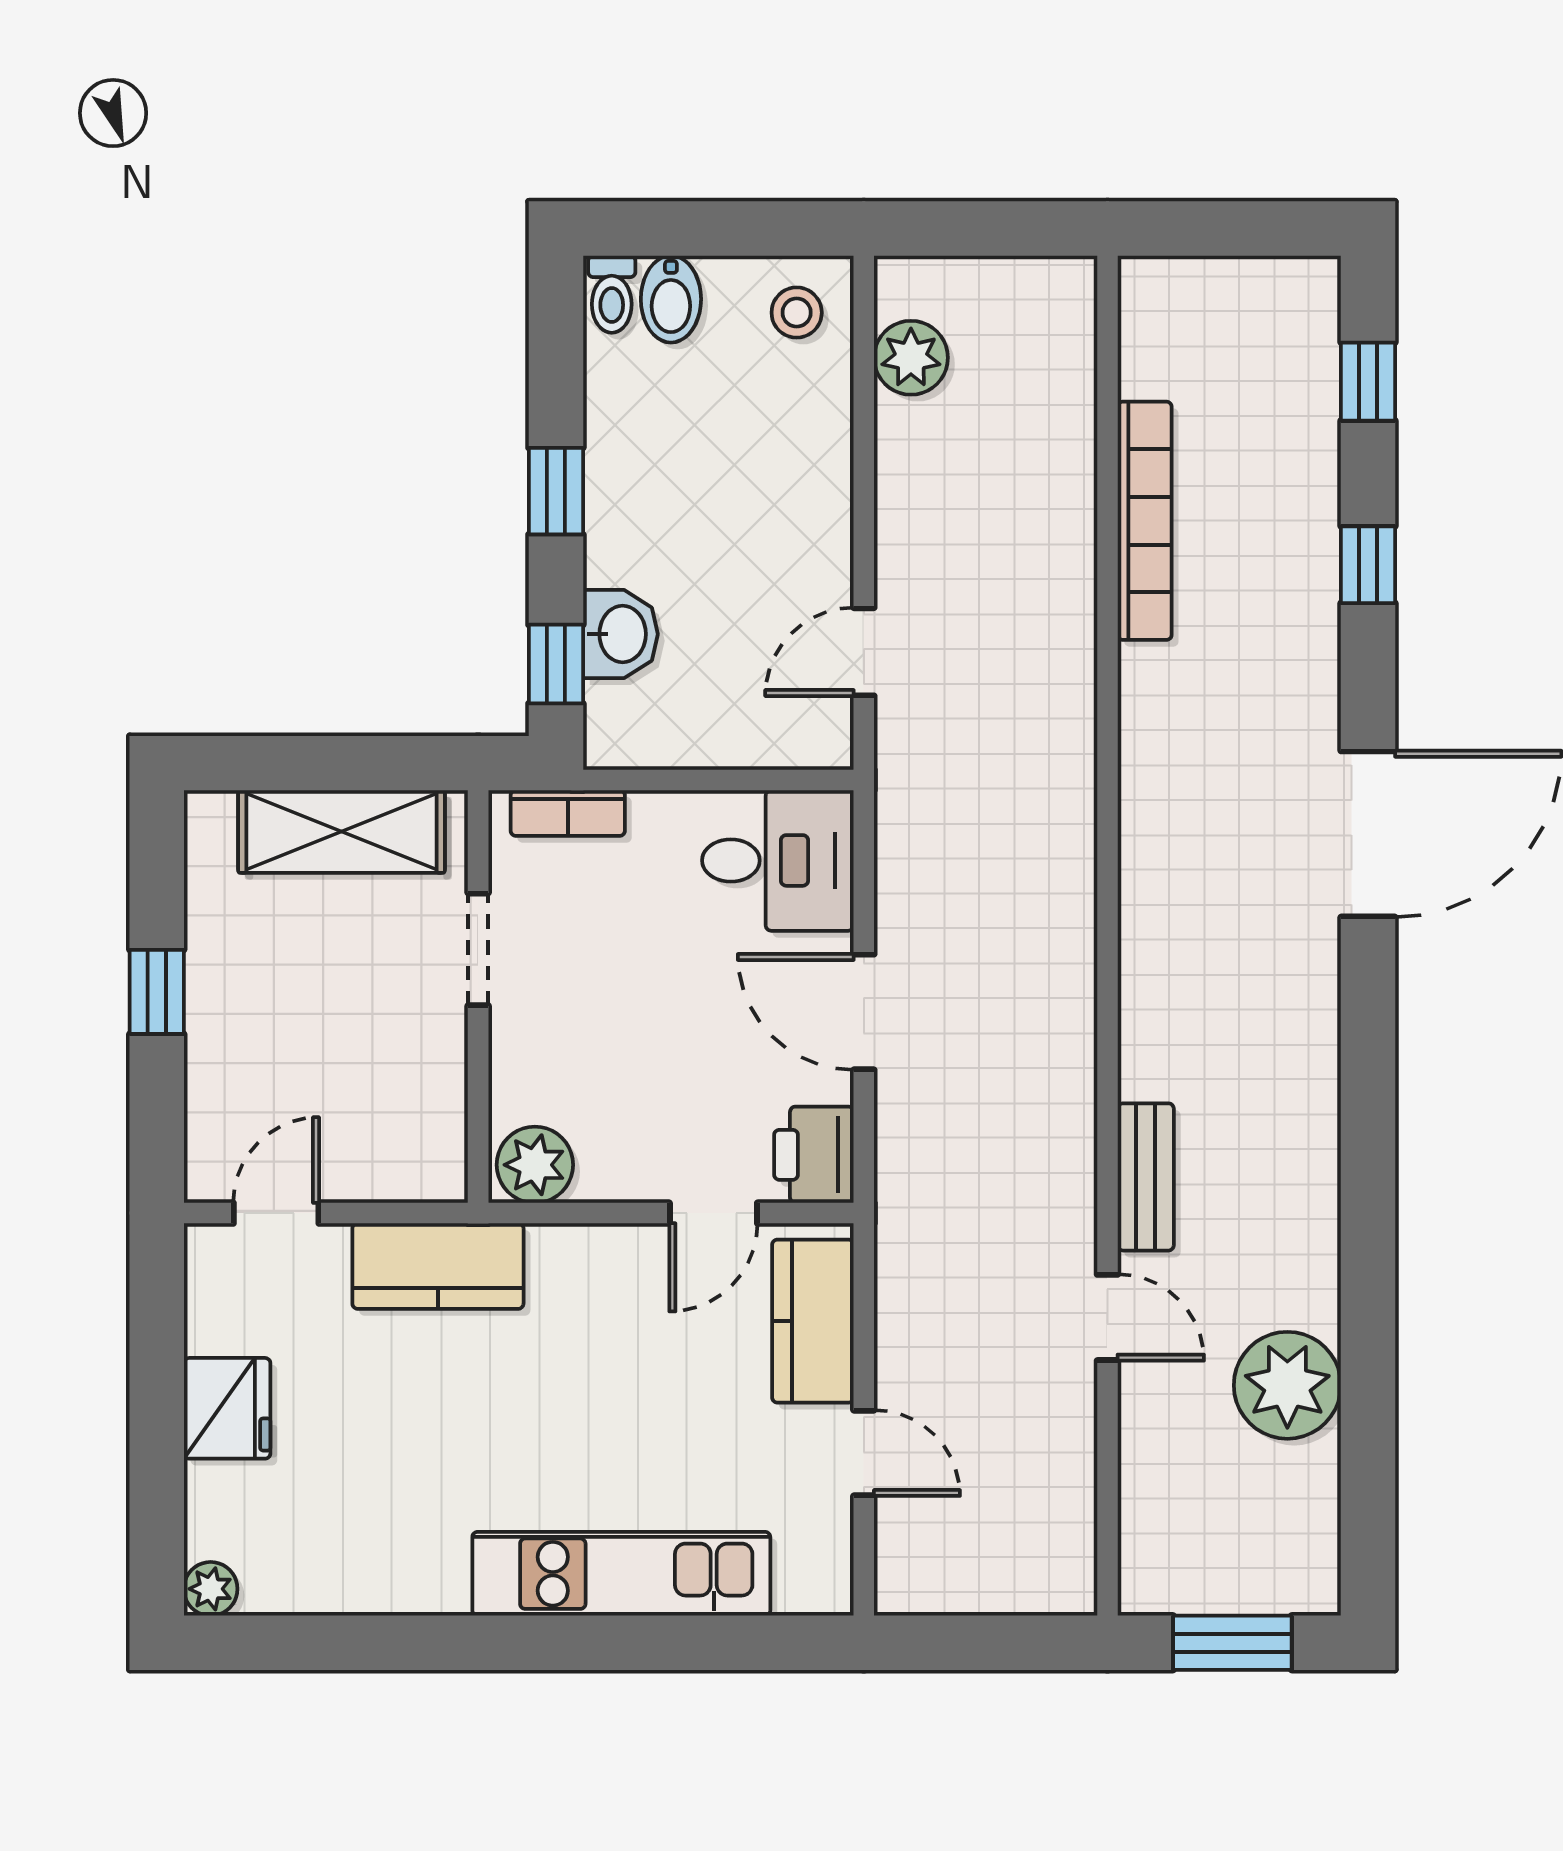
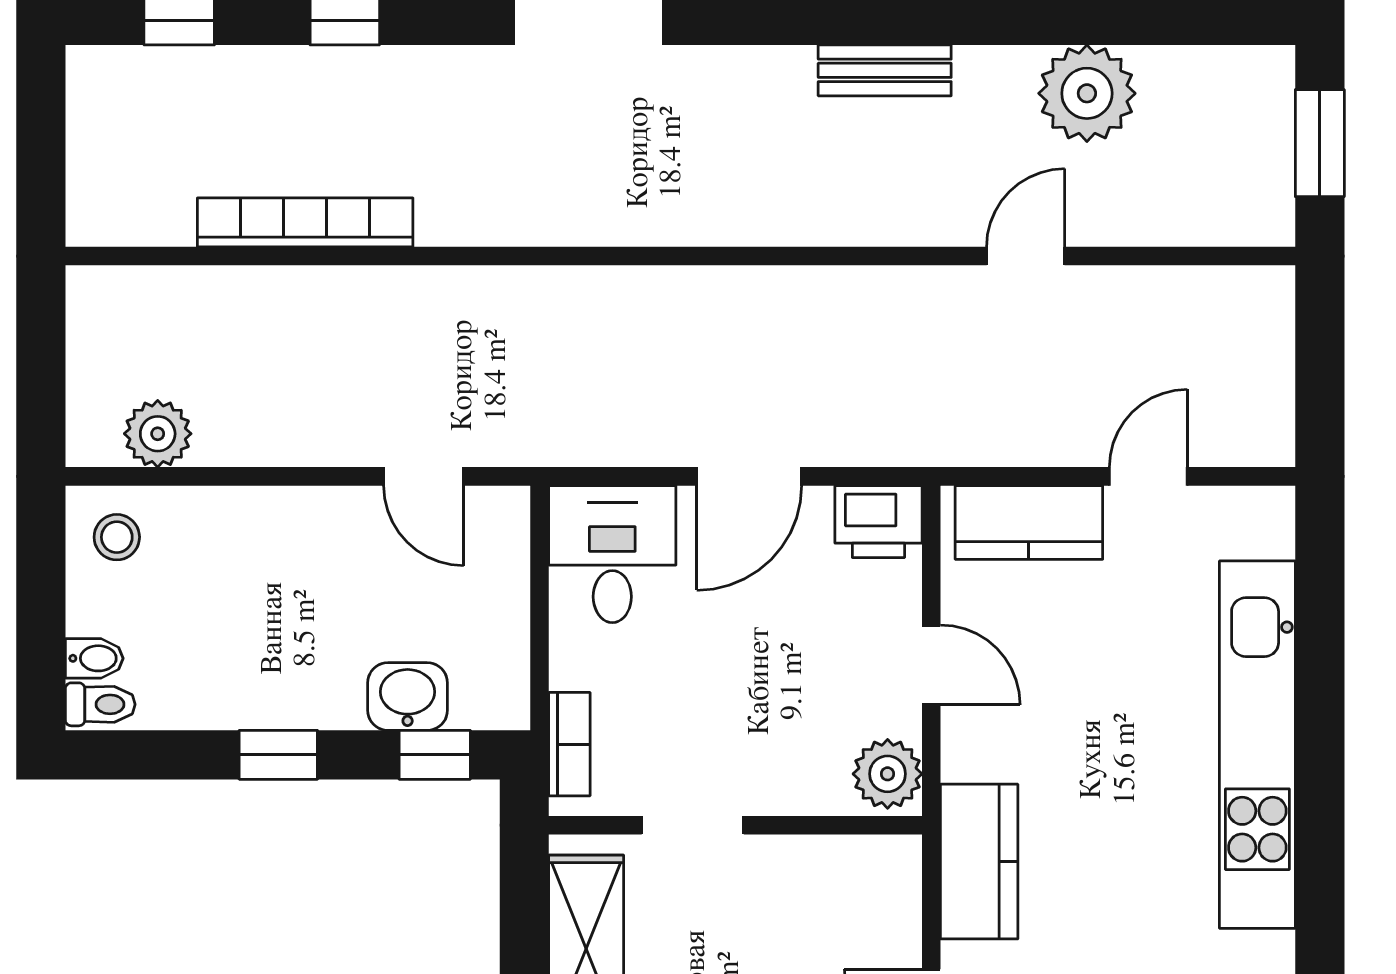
bidet: (671, 299) -> (94, 658), width x0.72, depth x0.74
bench: (1146, 1177) -> (885, 70), moved
door: (713, 1213) -> (931, 665), moved
kitchen unit: (621, 1574) -> (1257, 745), width x1.36

